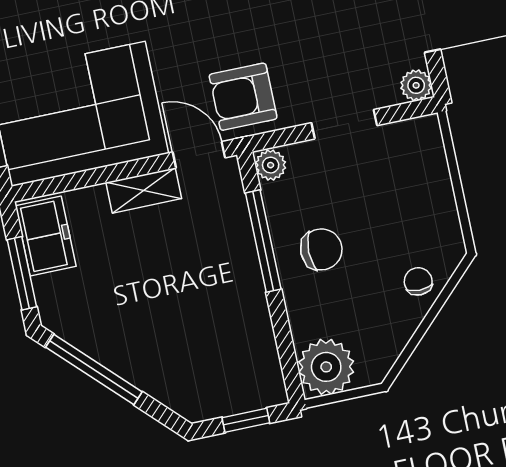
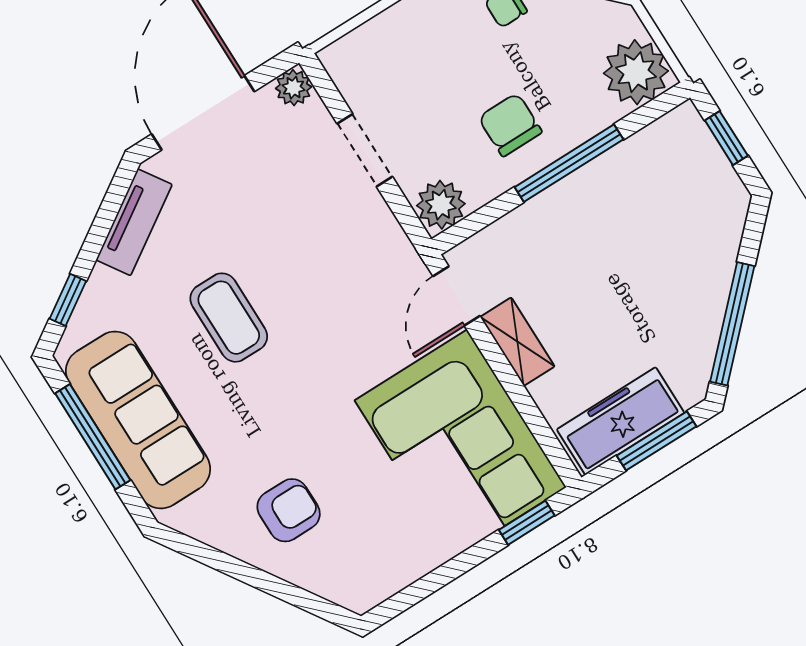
armchair: (243, 97) -> (375, 271), removed
plant: (271, 165) -> (441, 205), width x1.38, depth x1.38
freezer: (46, 236) -> (621, 421), width x1.40
window: (263, 241) -> (569, 163), moved

